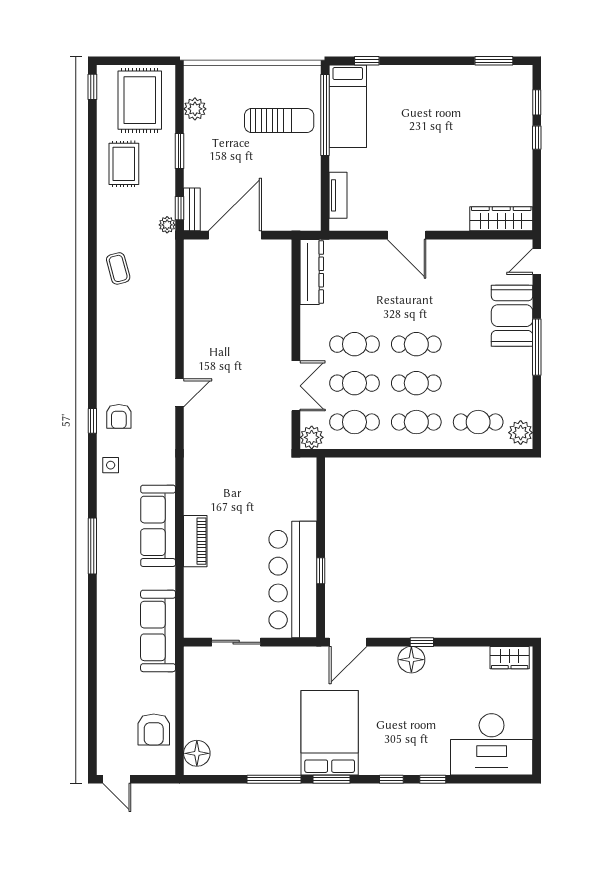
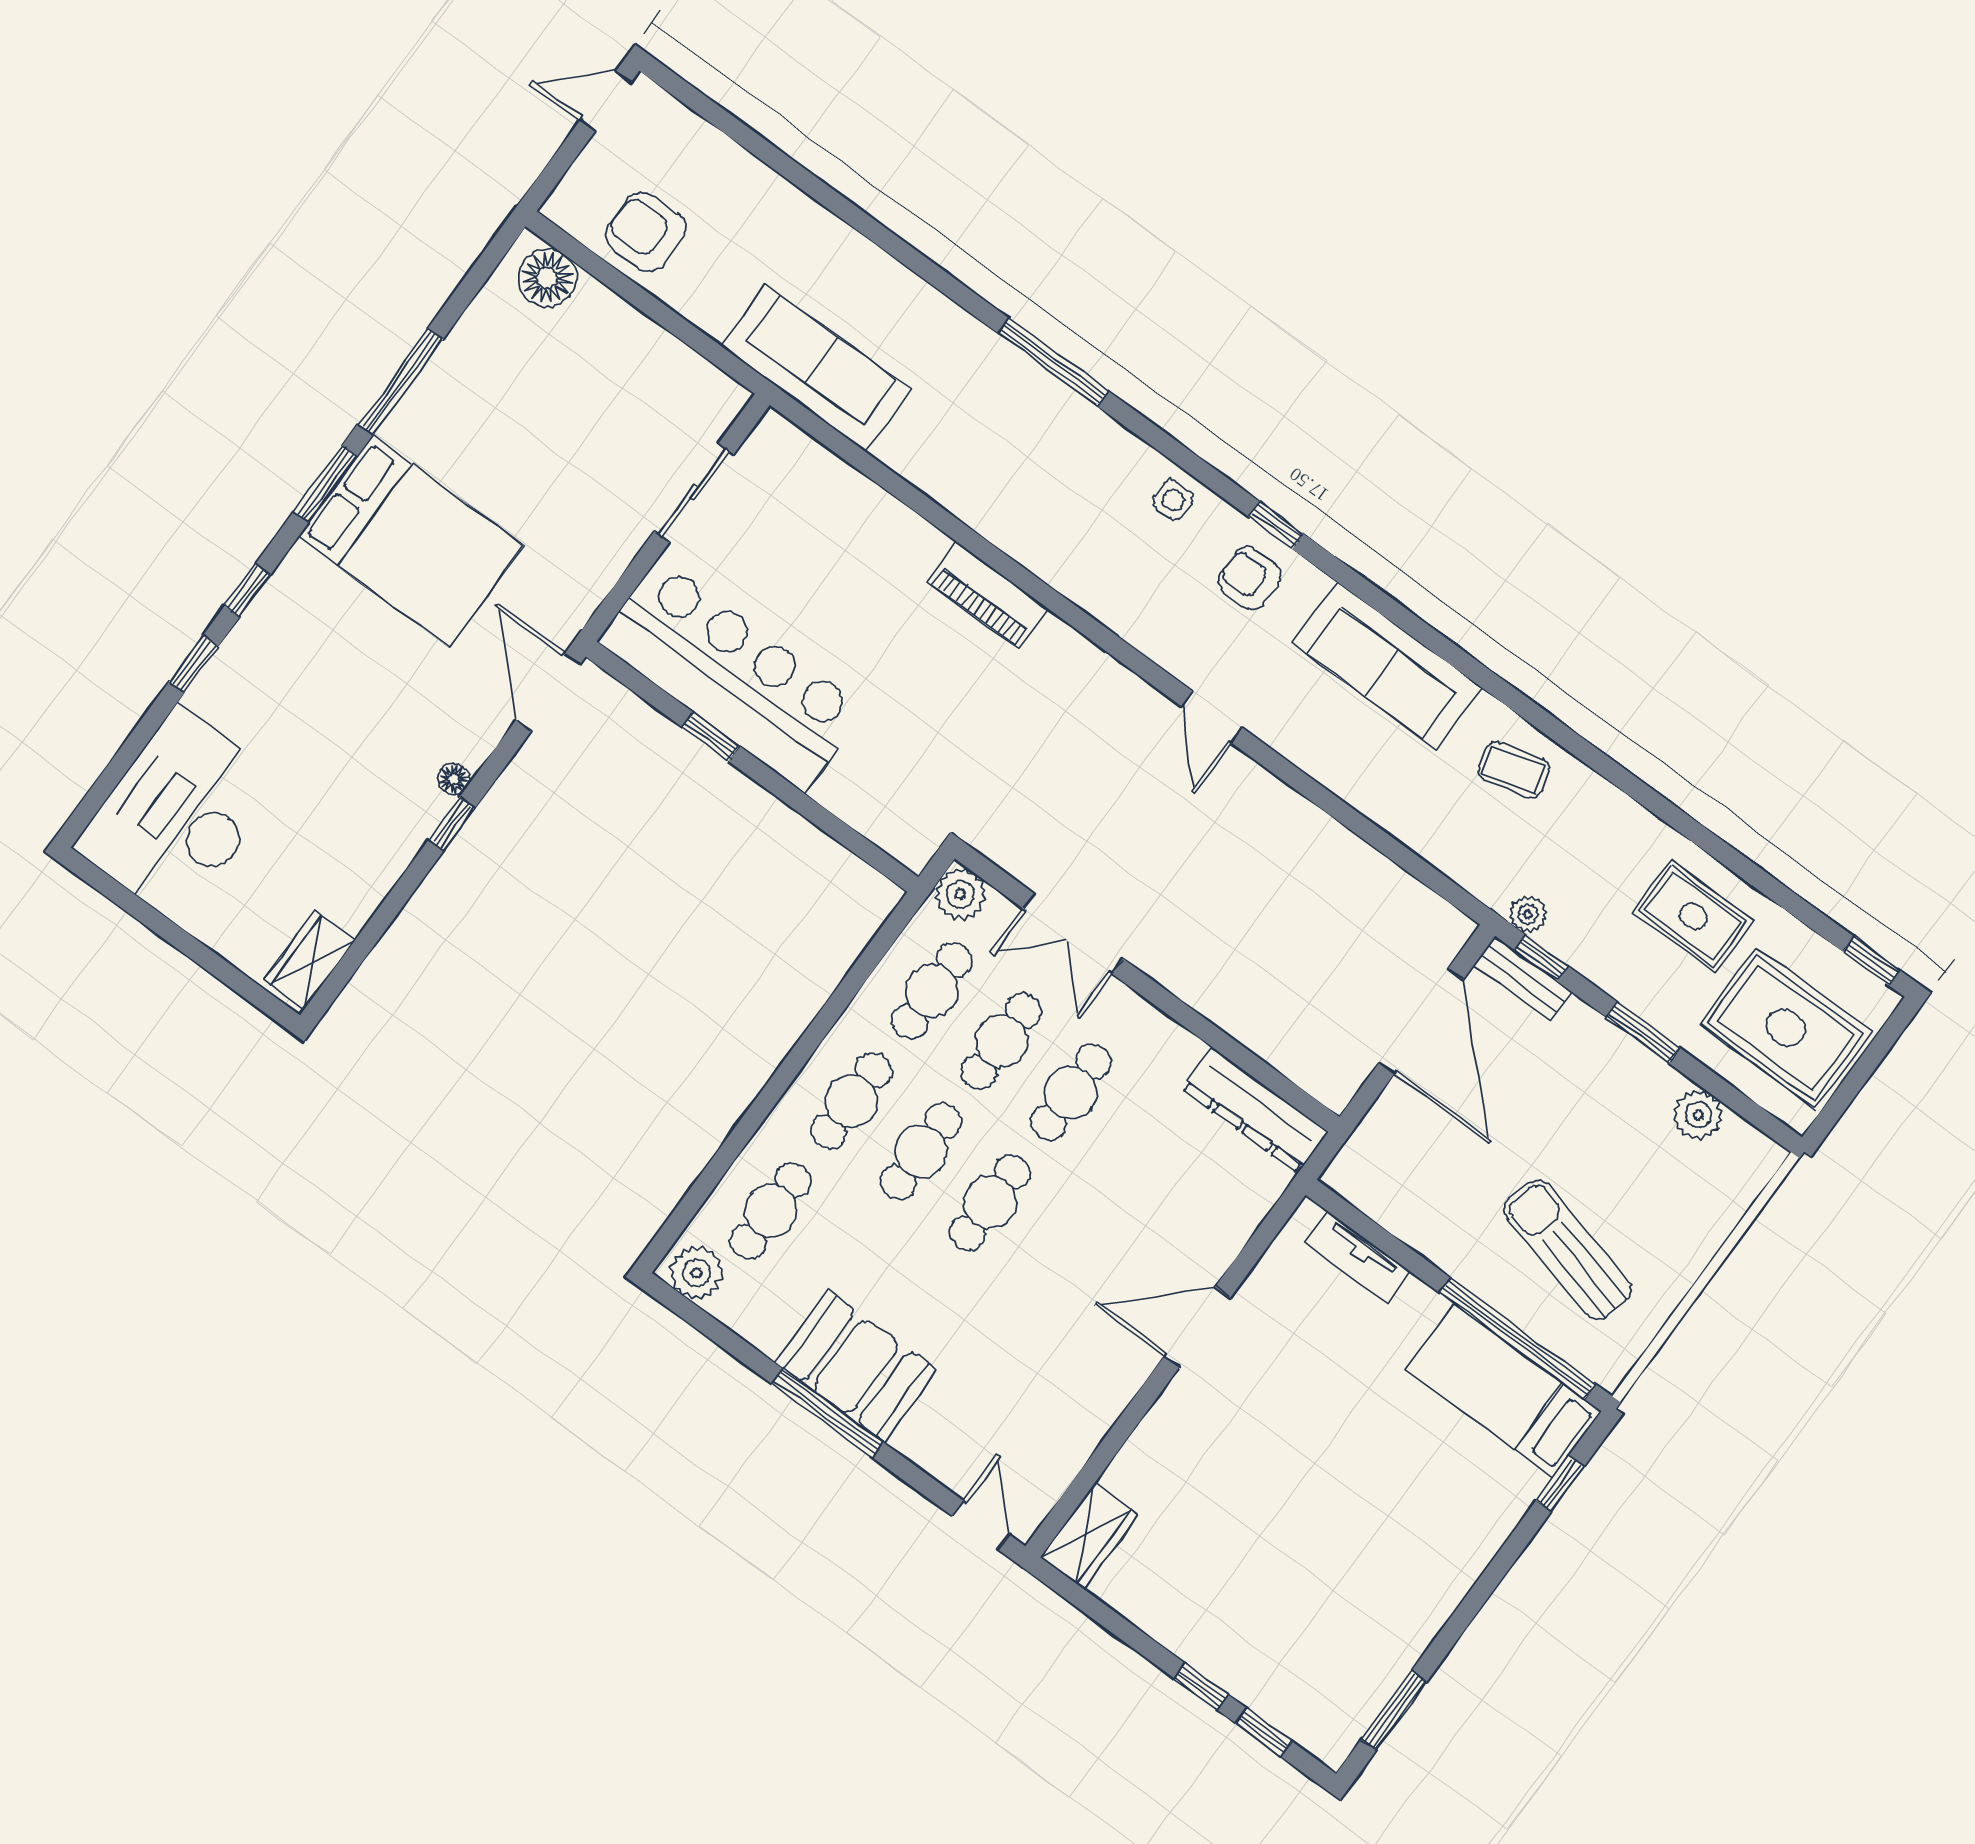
sun lounger: (279, 121) -> (1568, 1250), turned 104
wardrobe: (501, 219) -> (1089, 1536), width x0.67
booth: (512, 316) -> (856, 1366), moved
sofa: (158, 526) -> (1387, 665), moved, turned 180
piano: (195, 541) -> (988, 596), moved
floor lamp: (411, 660) -> (454, 779), width x0.53, depth x0.53

